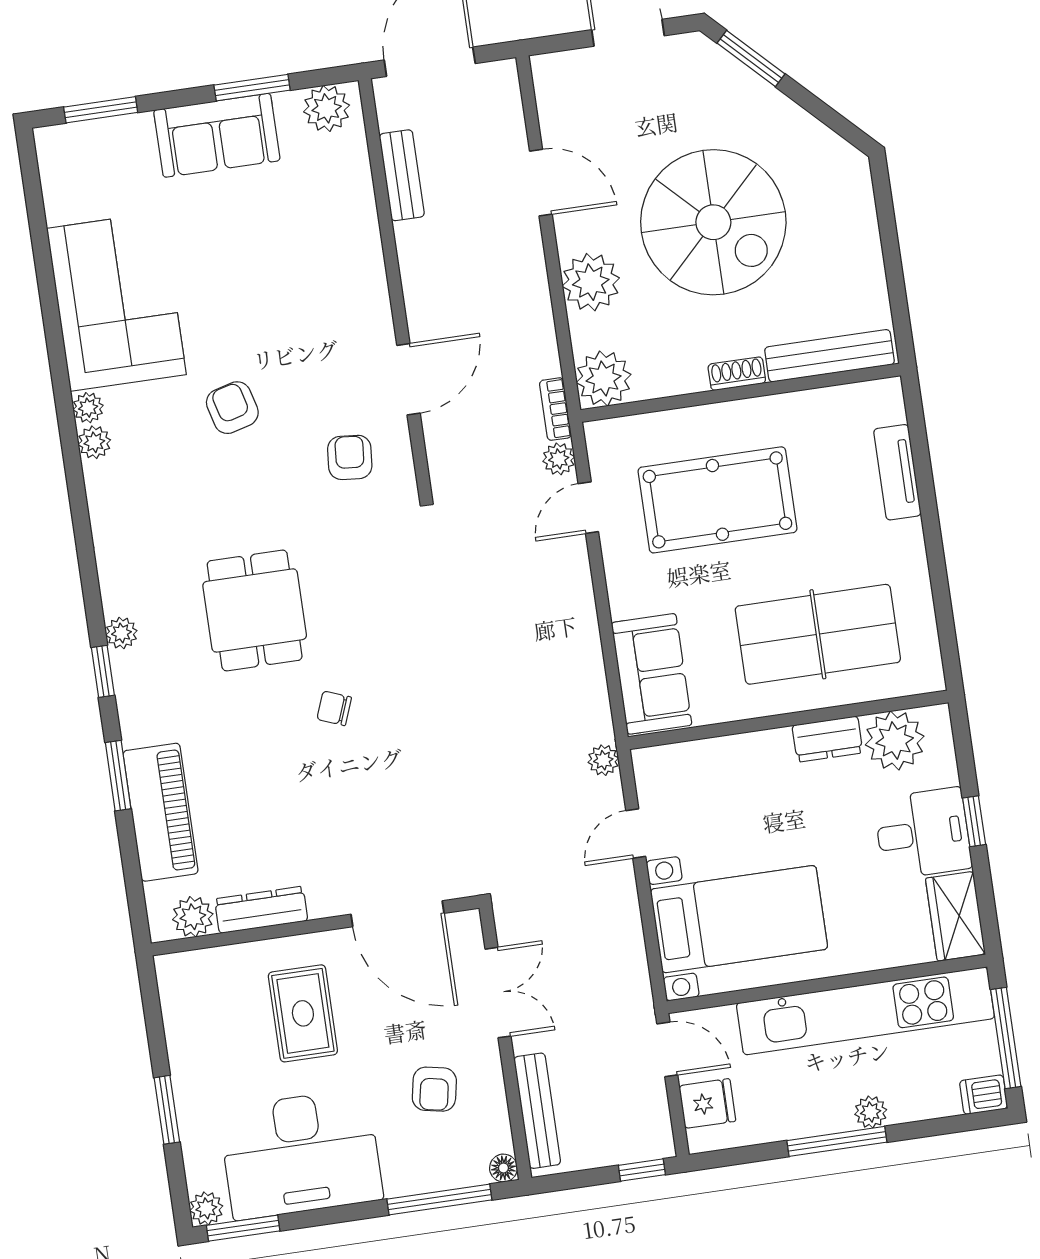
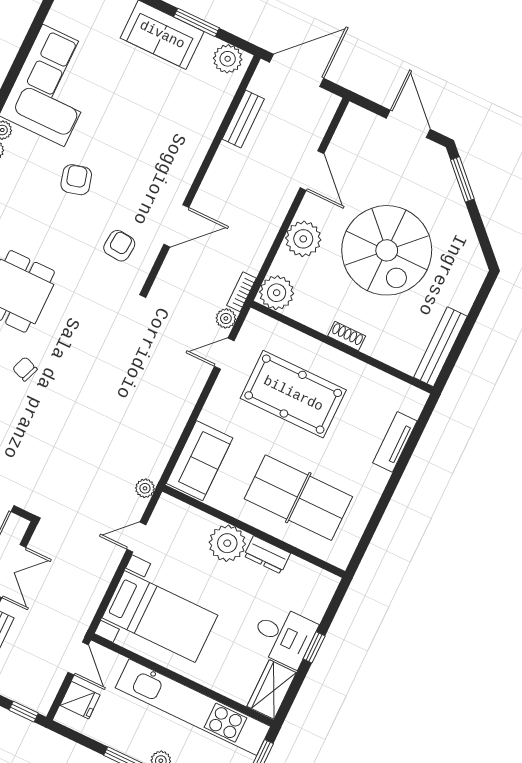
bench: (830, 356) -> (440, 347), moved, turned 90
plant: (895, 741) -> (227, 543), moved

